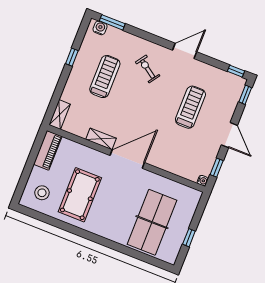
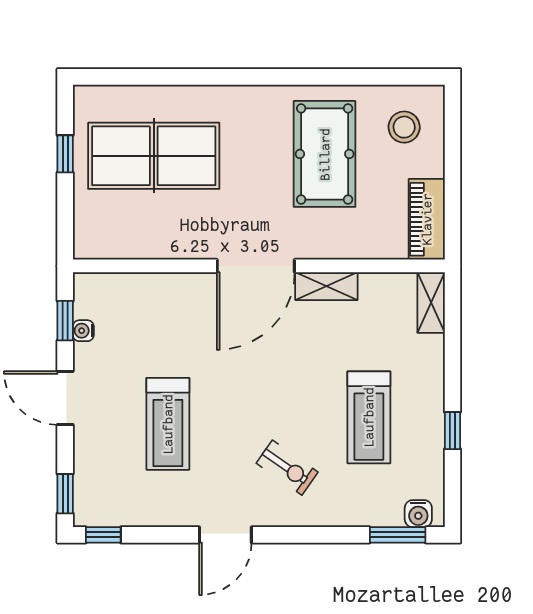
water cooler: (203, 181) -> (83, 331), moved
table tennis table: (152, 222) -> (154, 156), turned 90

